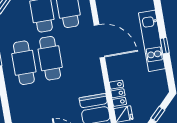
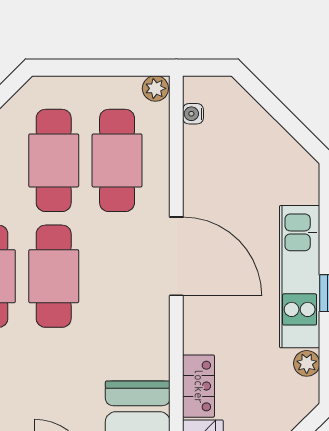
plant: (161, 76) -> (307, 363), added

